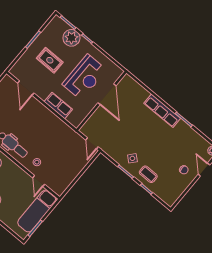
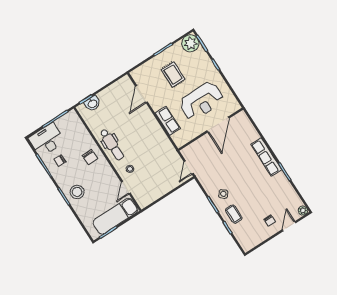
plant: (71, 38) -> (190, 43), moved

